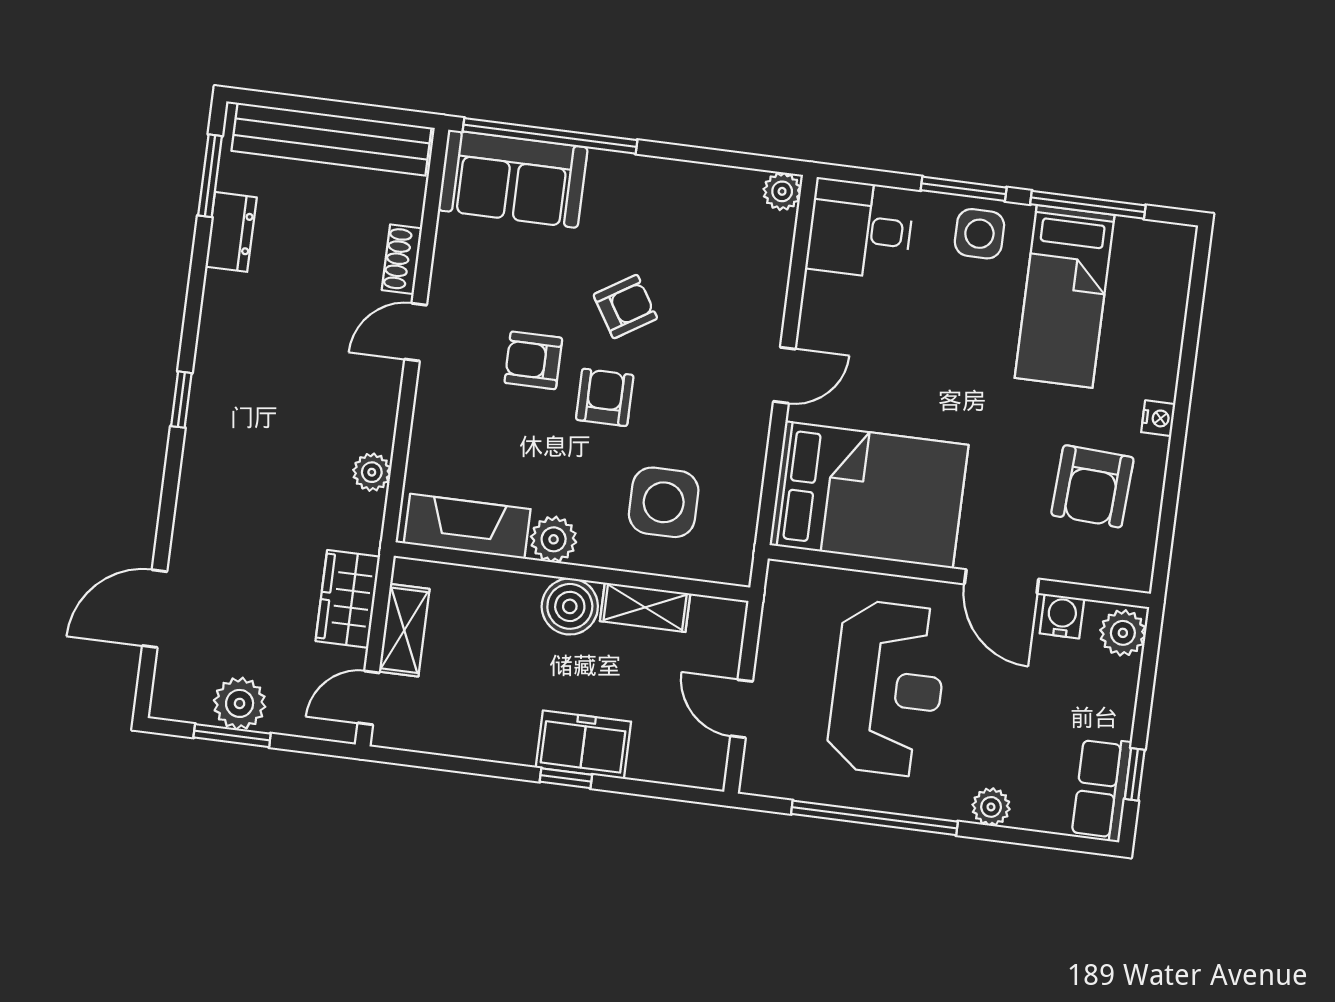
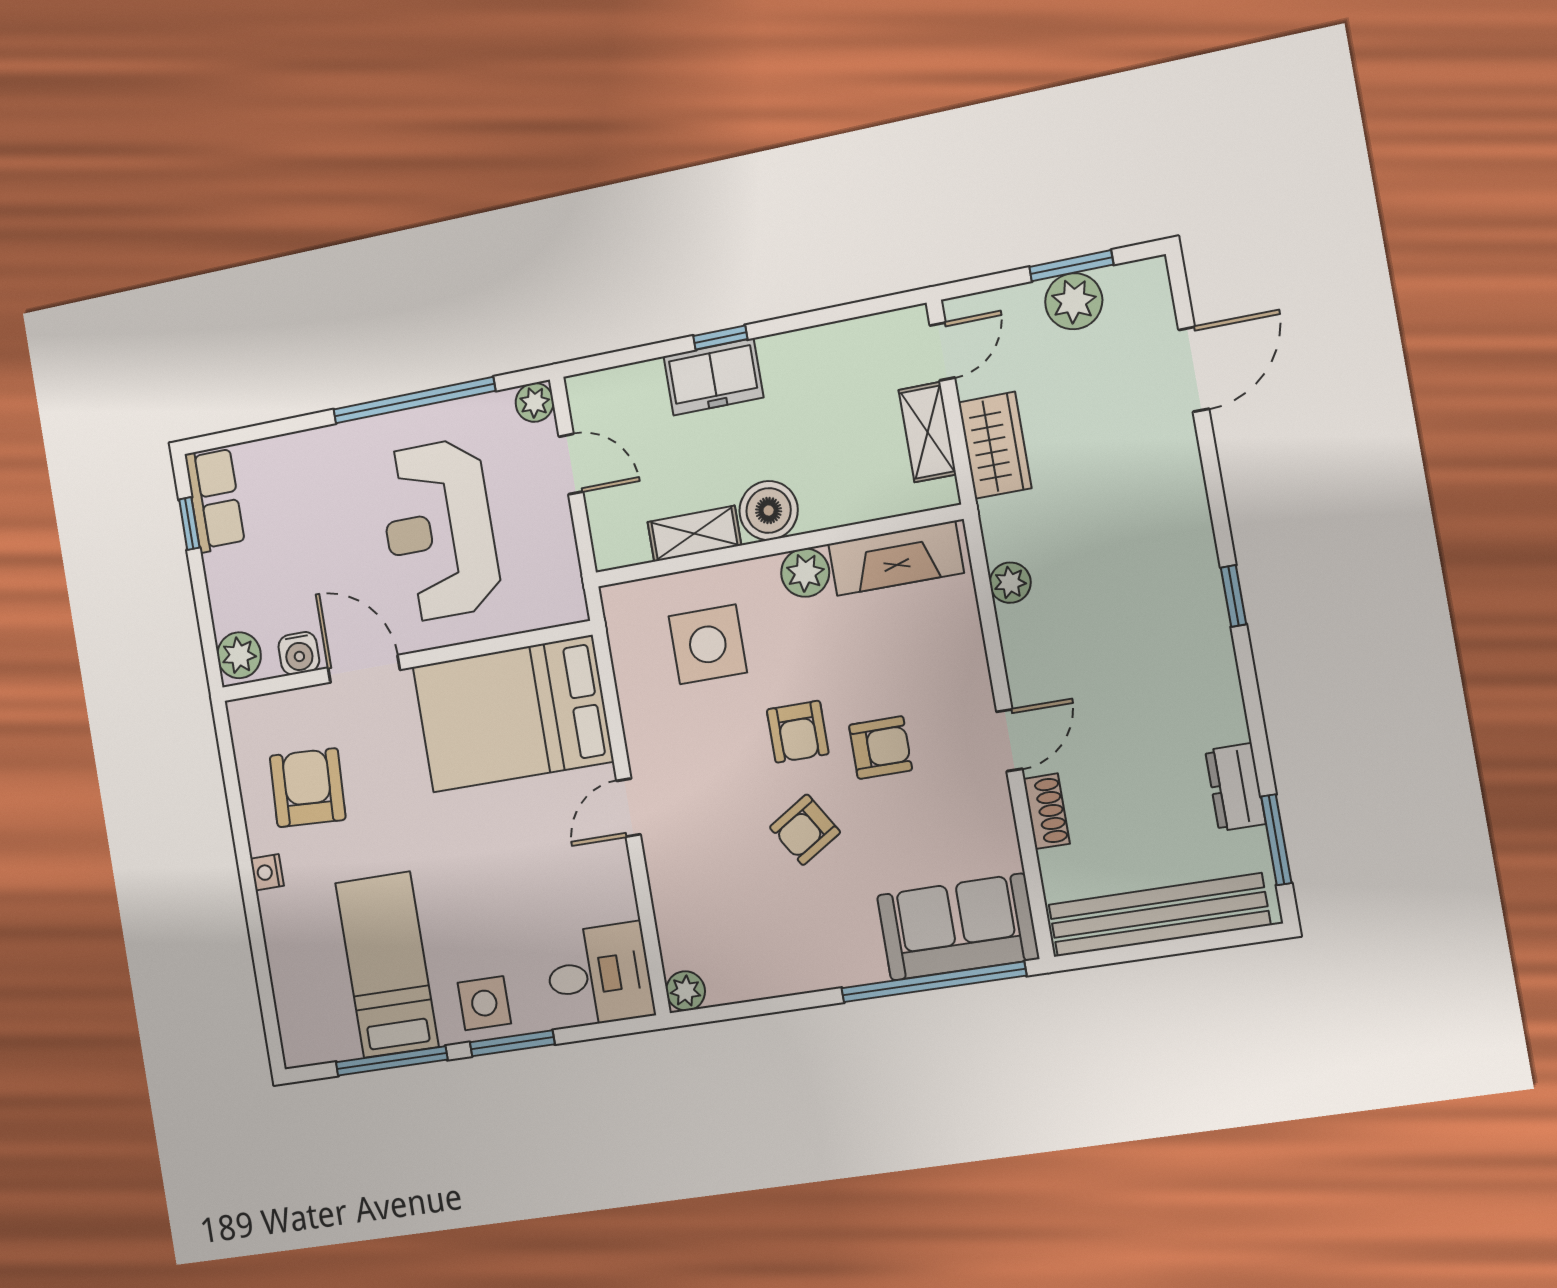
plant: (991, 807) -> (535, 402), moved

